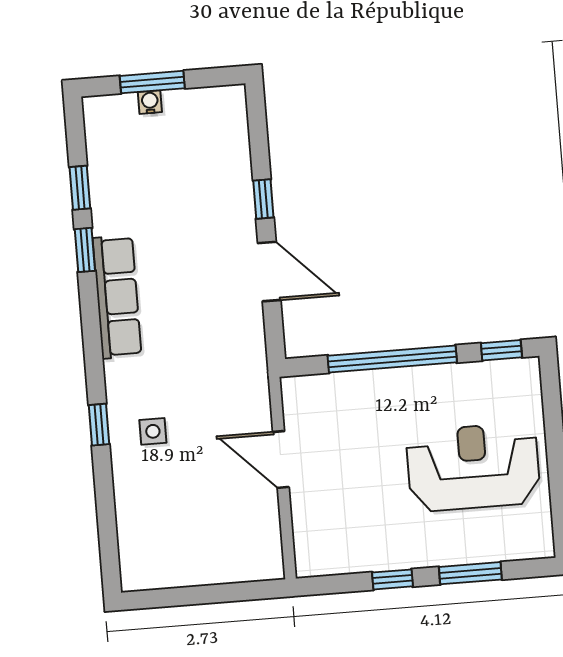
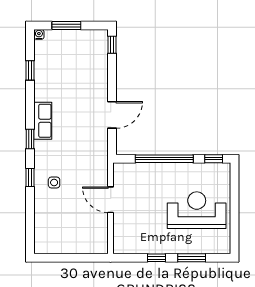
water cooler: (150, 102) -> (39, 34), moved
window: (263, 199) -> (112, 45), moved
window: (85, 250) -> (30, 139), moved
door: (269, 272) -> (112, 115), hinge flipped
row of seats: (117, 297) -> (43, 121), width x0.68

